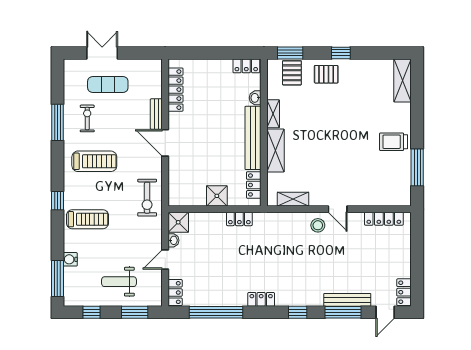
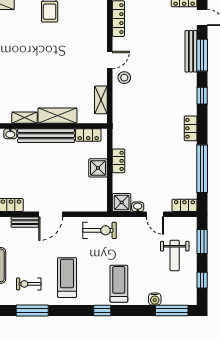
locker: (239, 219) -> (119, 161), moved

